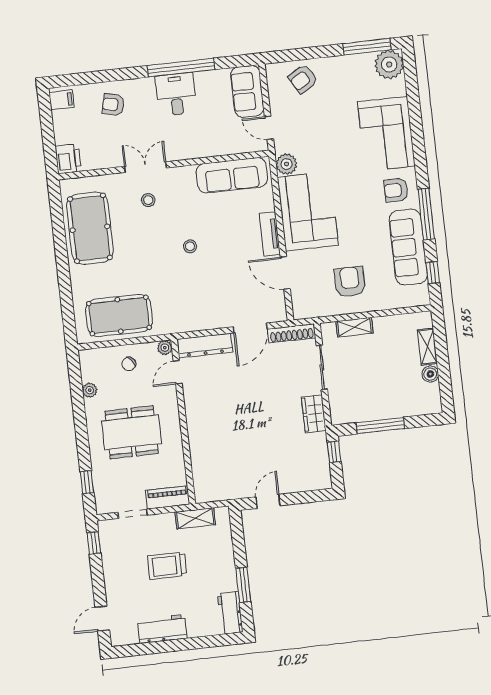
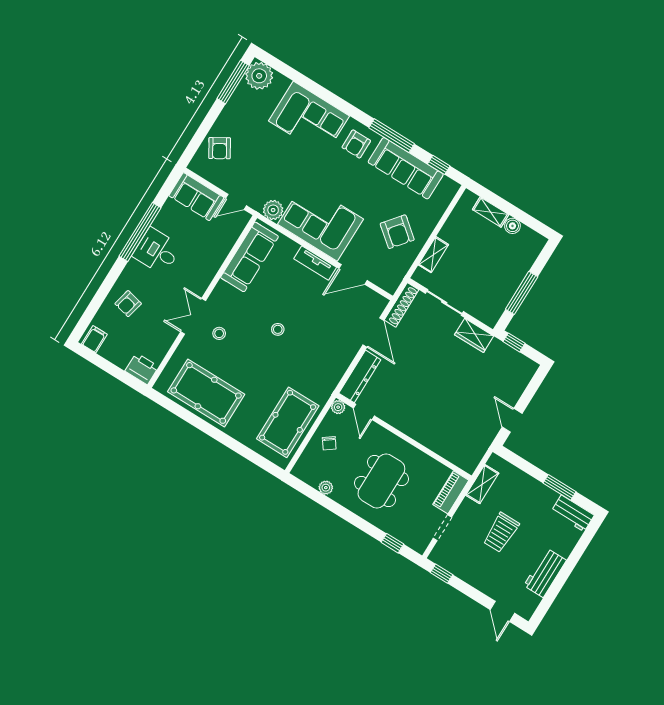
armchair: (350, 282) -> (397, 232), turned -141

